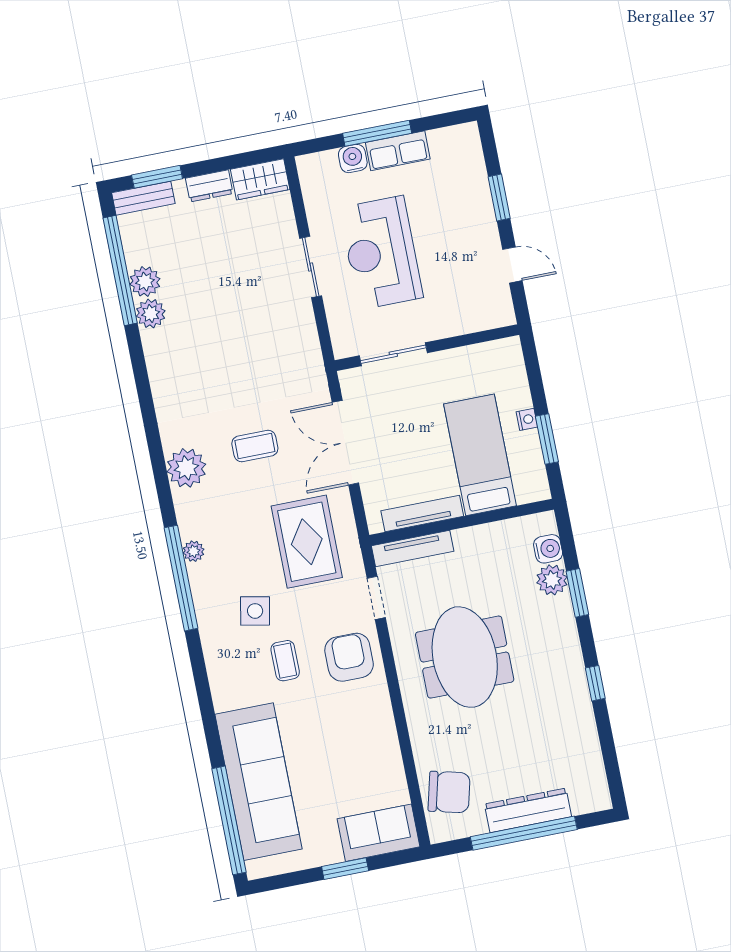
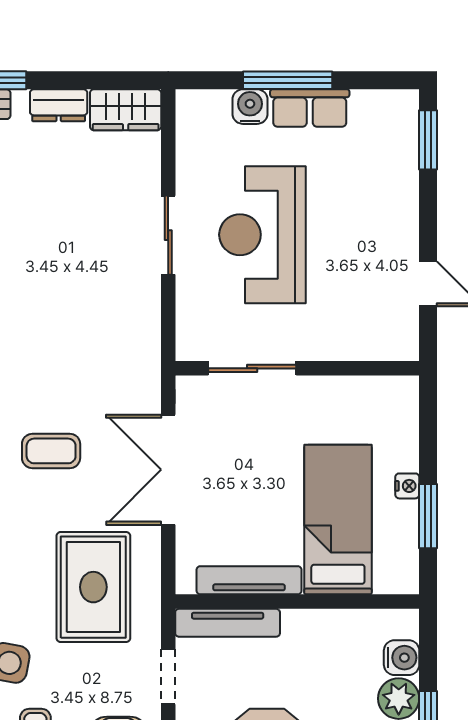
window: (499, 198) -> (428, 140), moved

